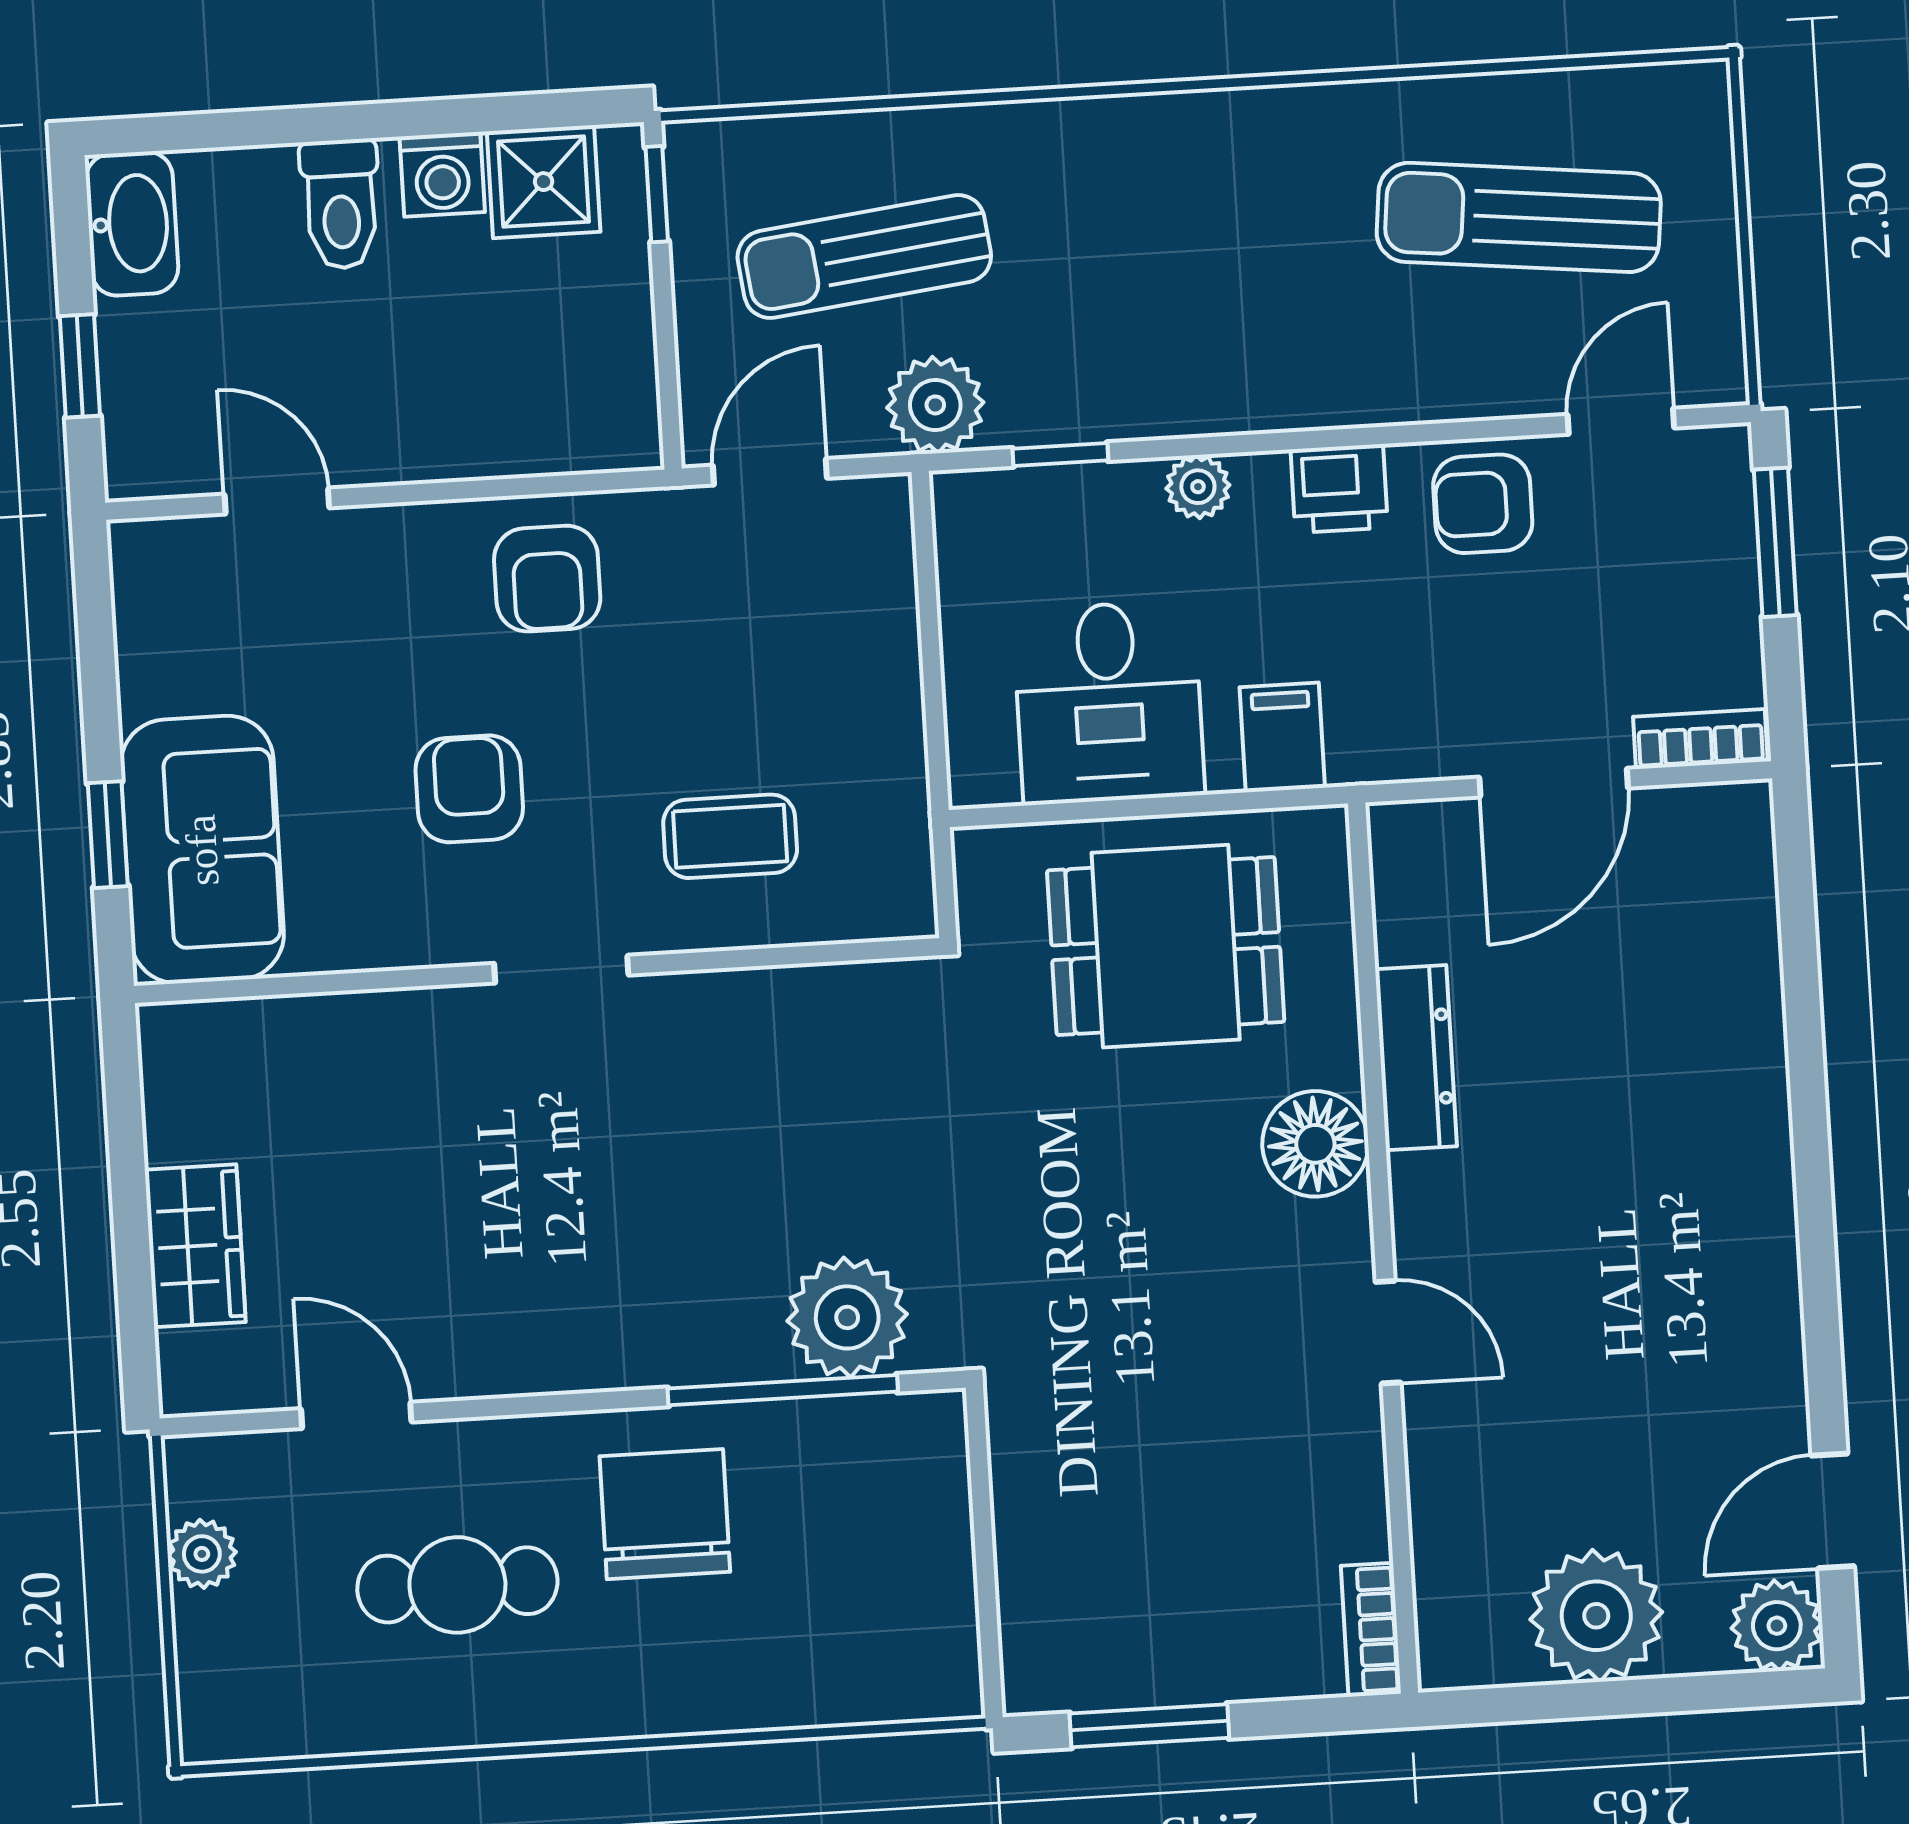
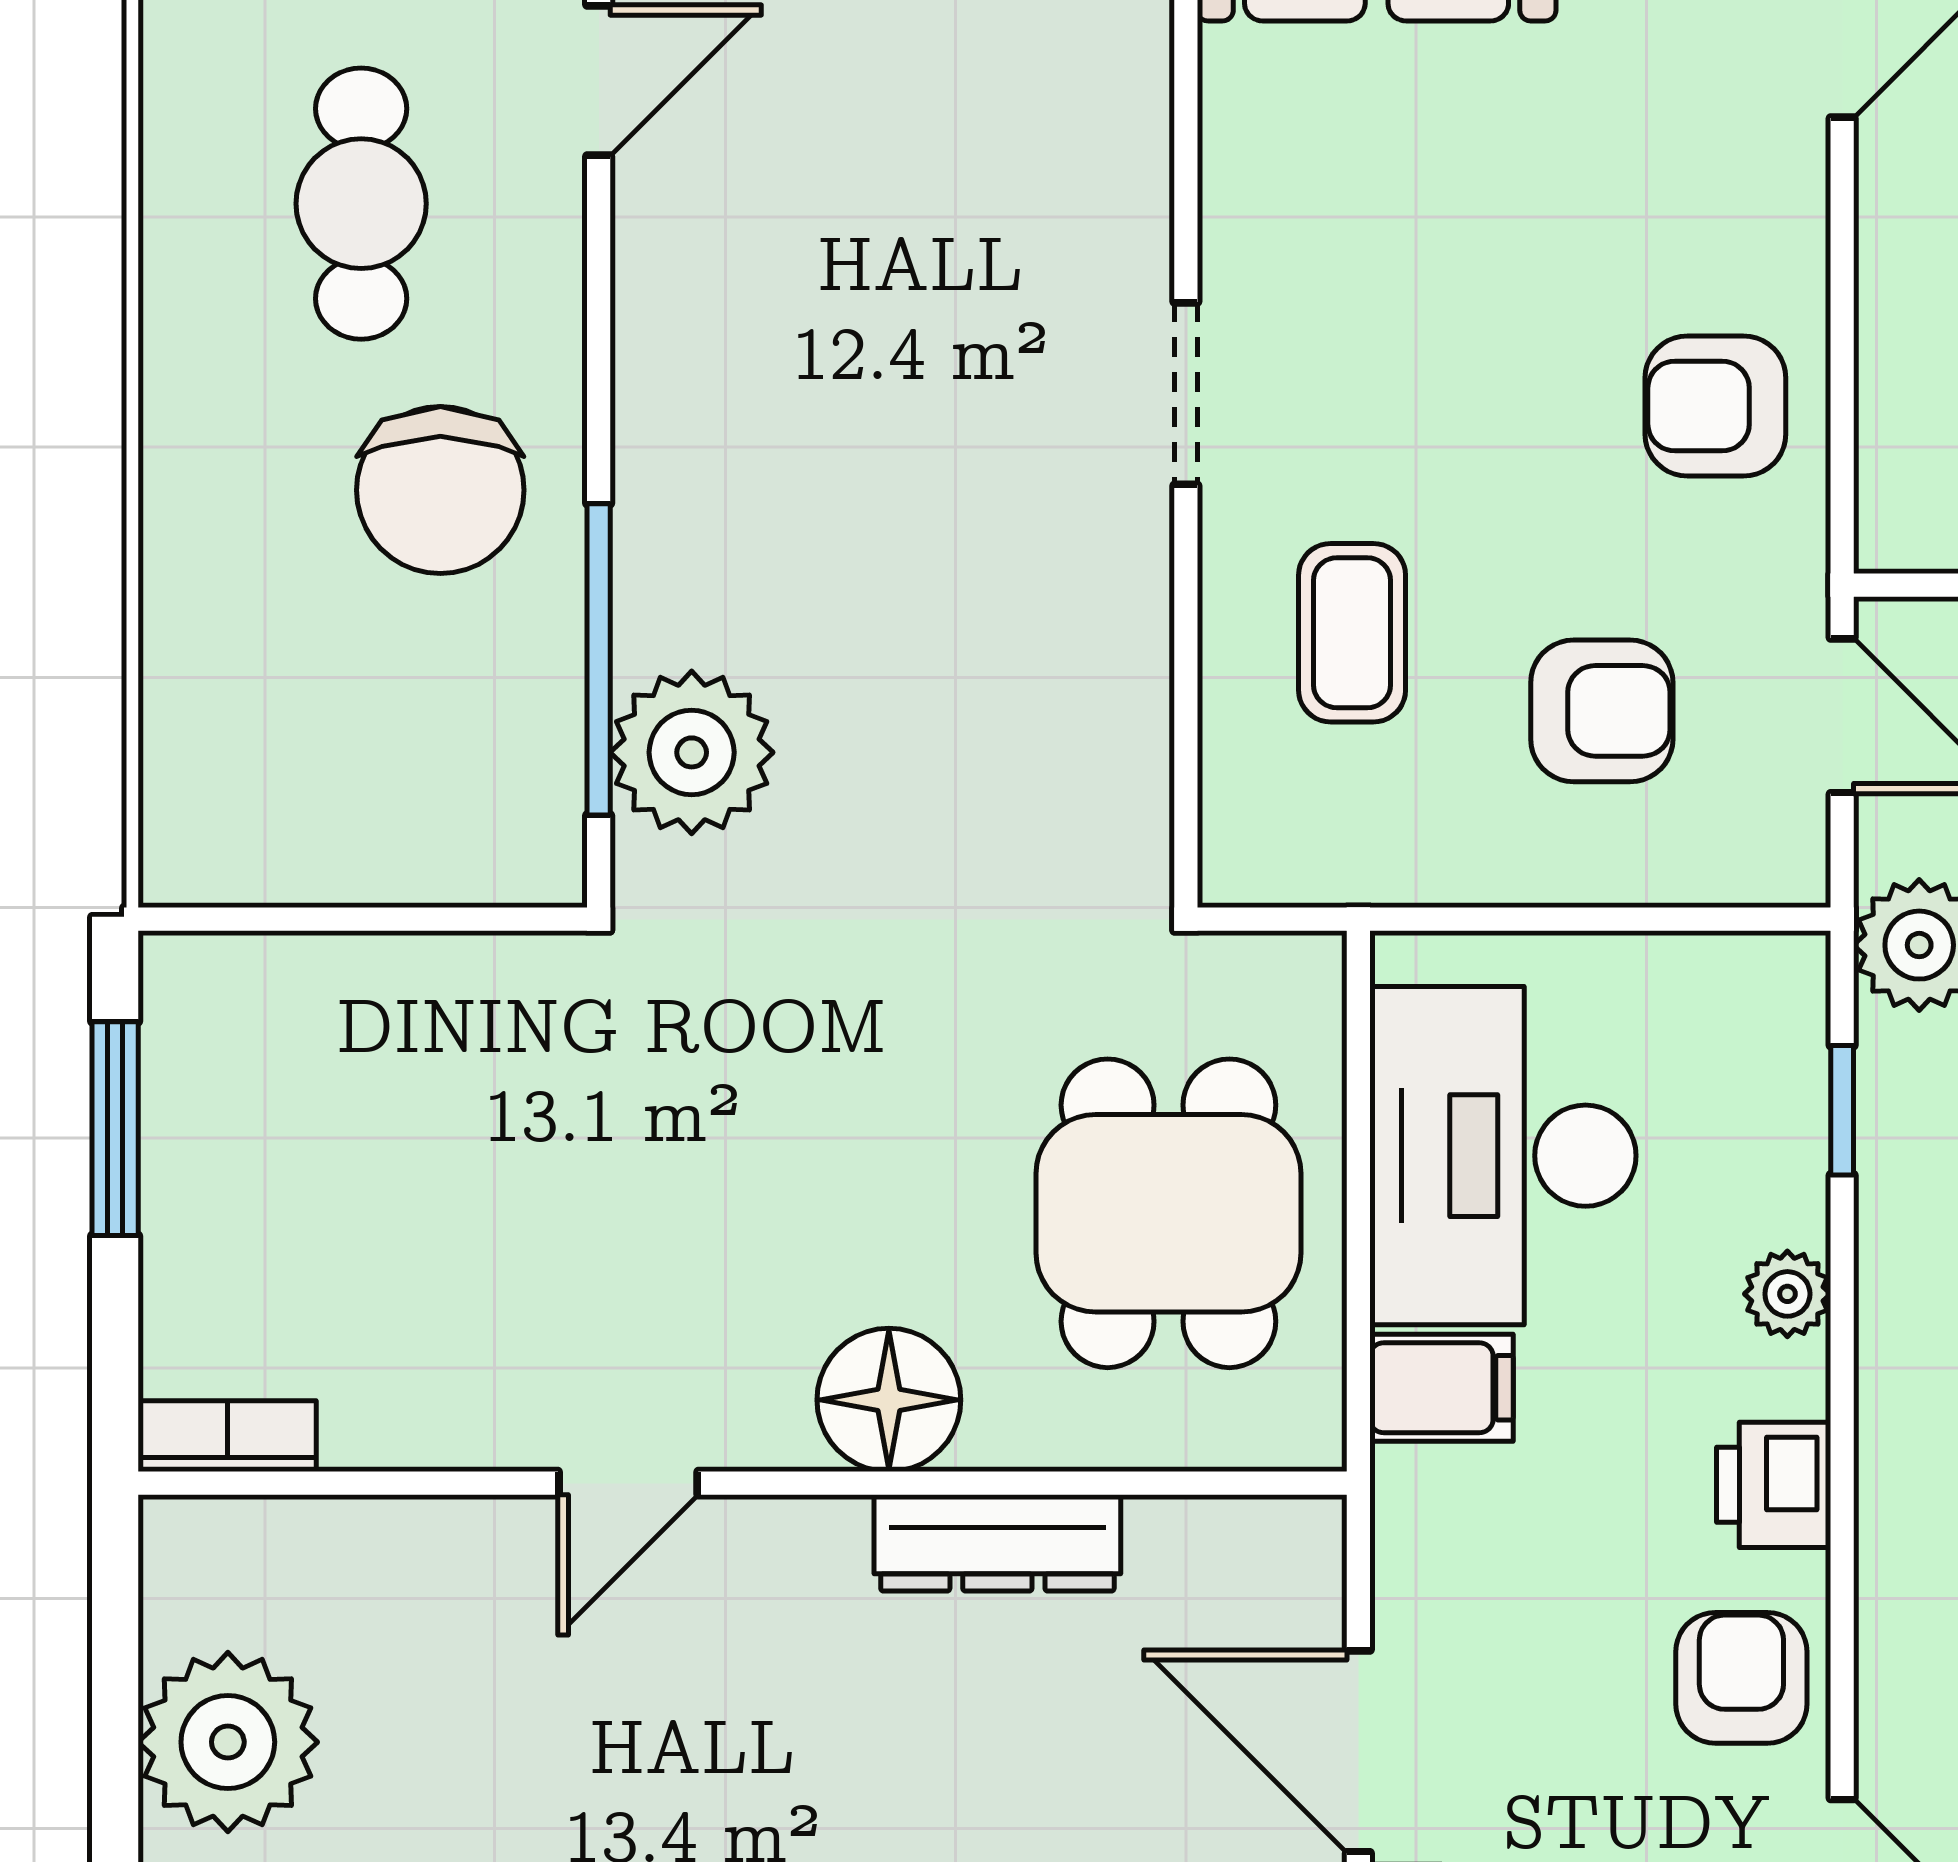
desk: (1109, 702) -> (1503, 1156), width x1.37
armchair: (469, 789) -> (1602, 711), moved
chair: (665, 1514) -> (440, 490), turned 90

